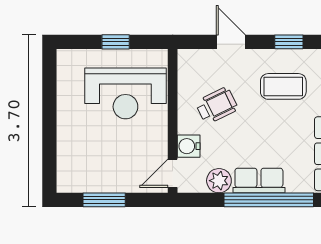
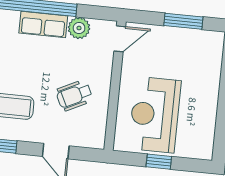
reception desk: (125, 93) -> (155, 115), turned -90
water cooler: (189, 146) -> (103, 62), removed

